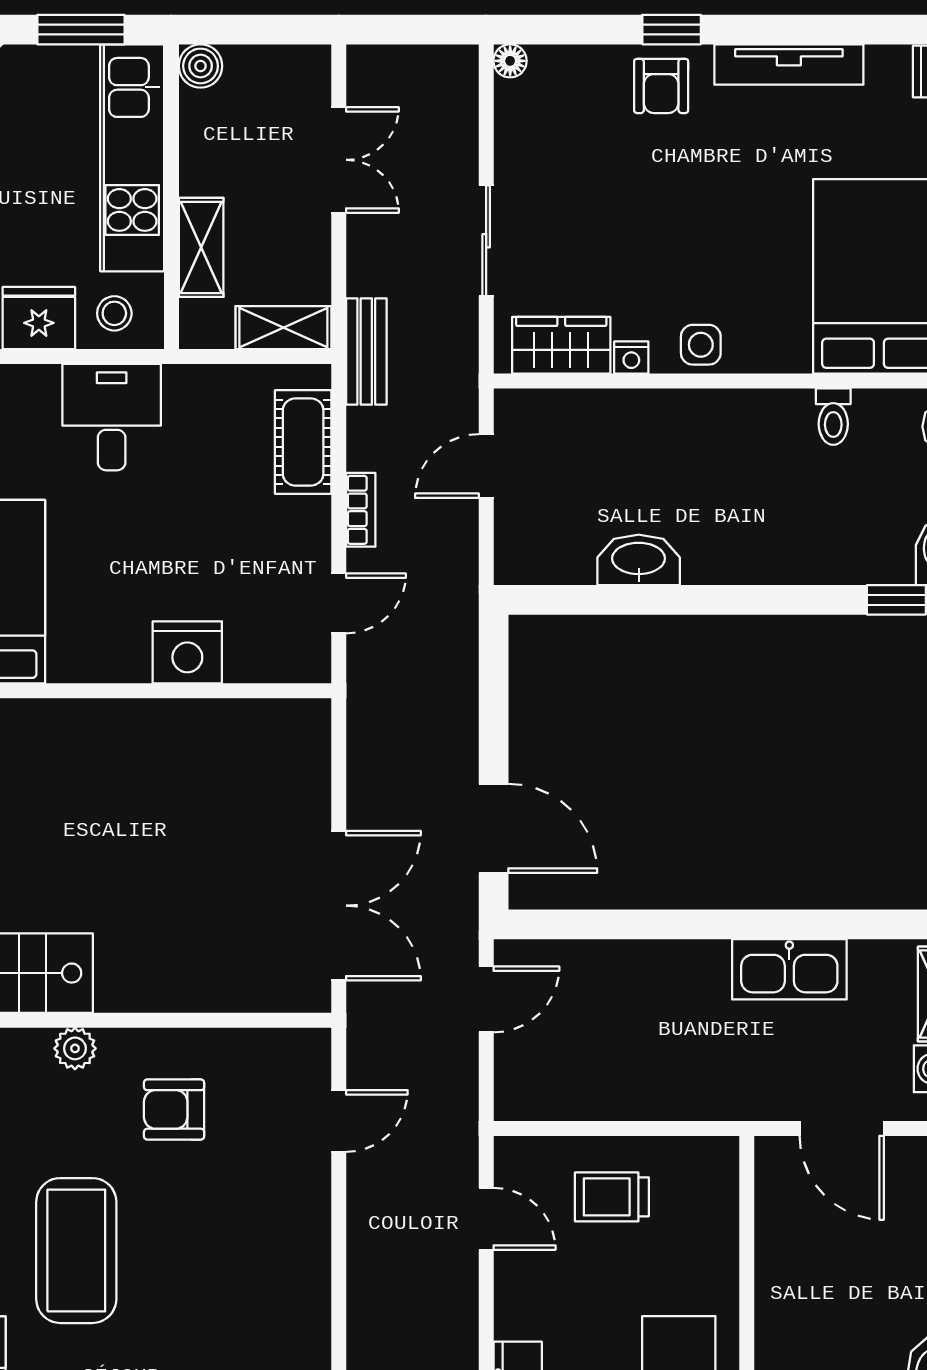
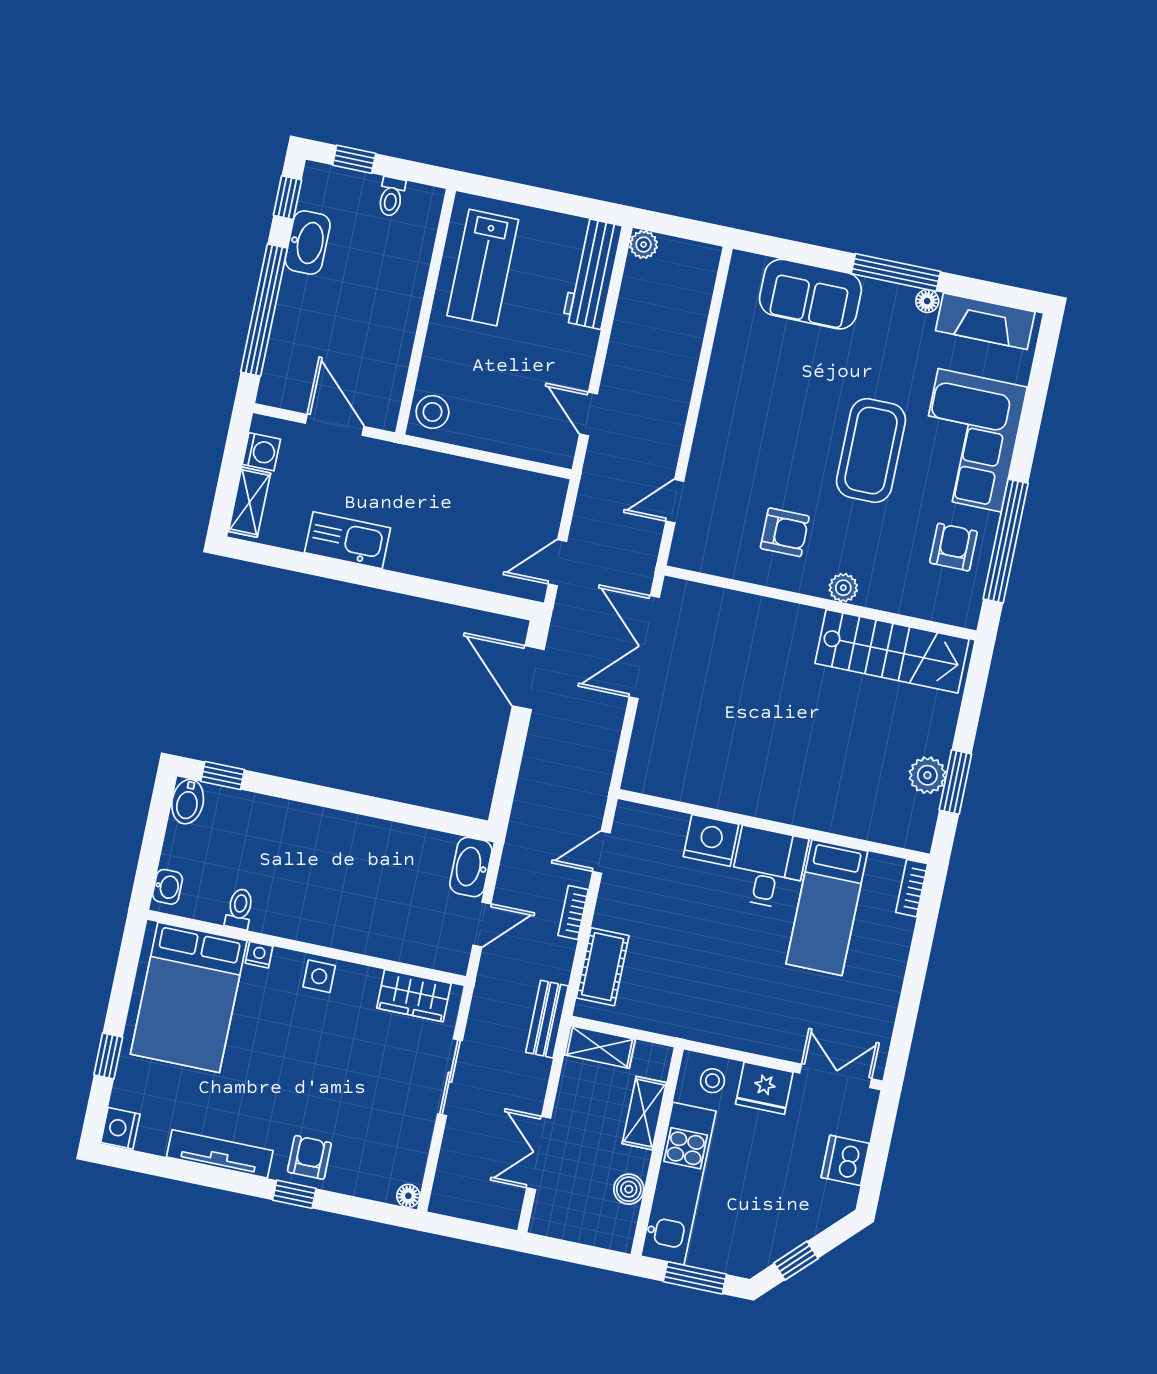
boiler: (201, 66) -> (629, 1189), moved
nightstand: (631, 358) -> (259, 955), moved
desk: (112, 417) -> (768, 868), moved, turned 180
washbasin: (639, 560) -> (471, 867), moved, turned 90
stool: (707, 1175) -> (432, 412), added
trolley: (612, 1197) -> (500, 411), removed

